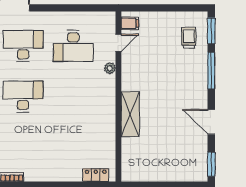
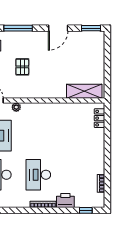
pallet: (162, 76) -> (22, 67), added
shelving: (130, 114) -> (84, 91), moved

